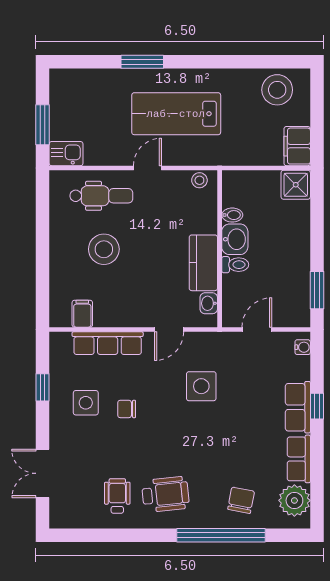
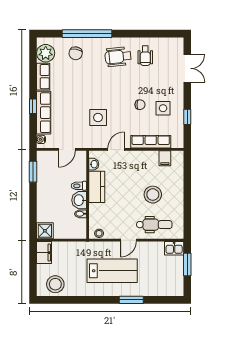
dental chair: (101, 196) -> (154, 225), turned 180
row of seats: (298, 407) -> (44, 113), width x1.48

